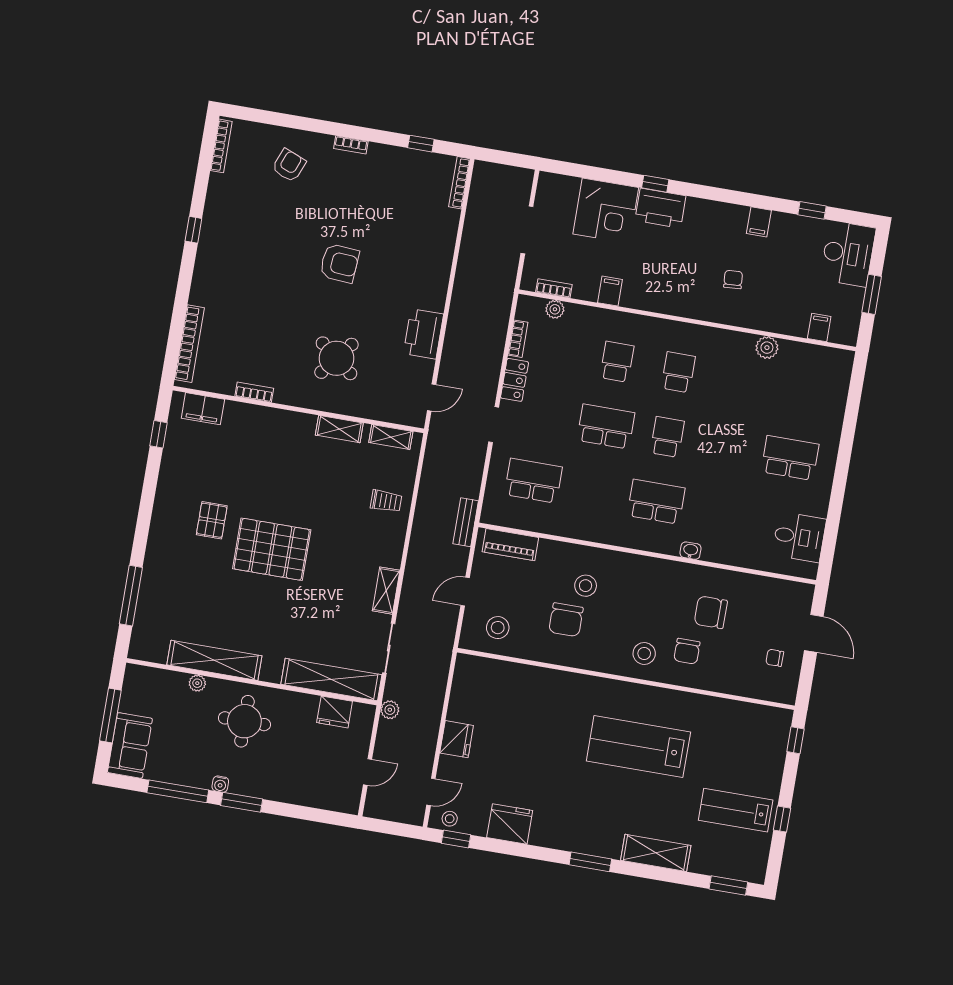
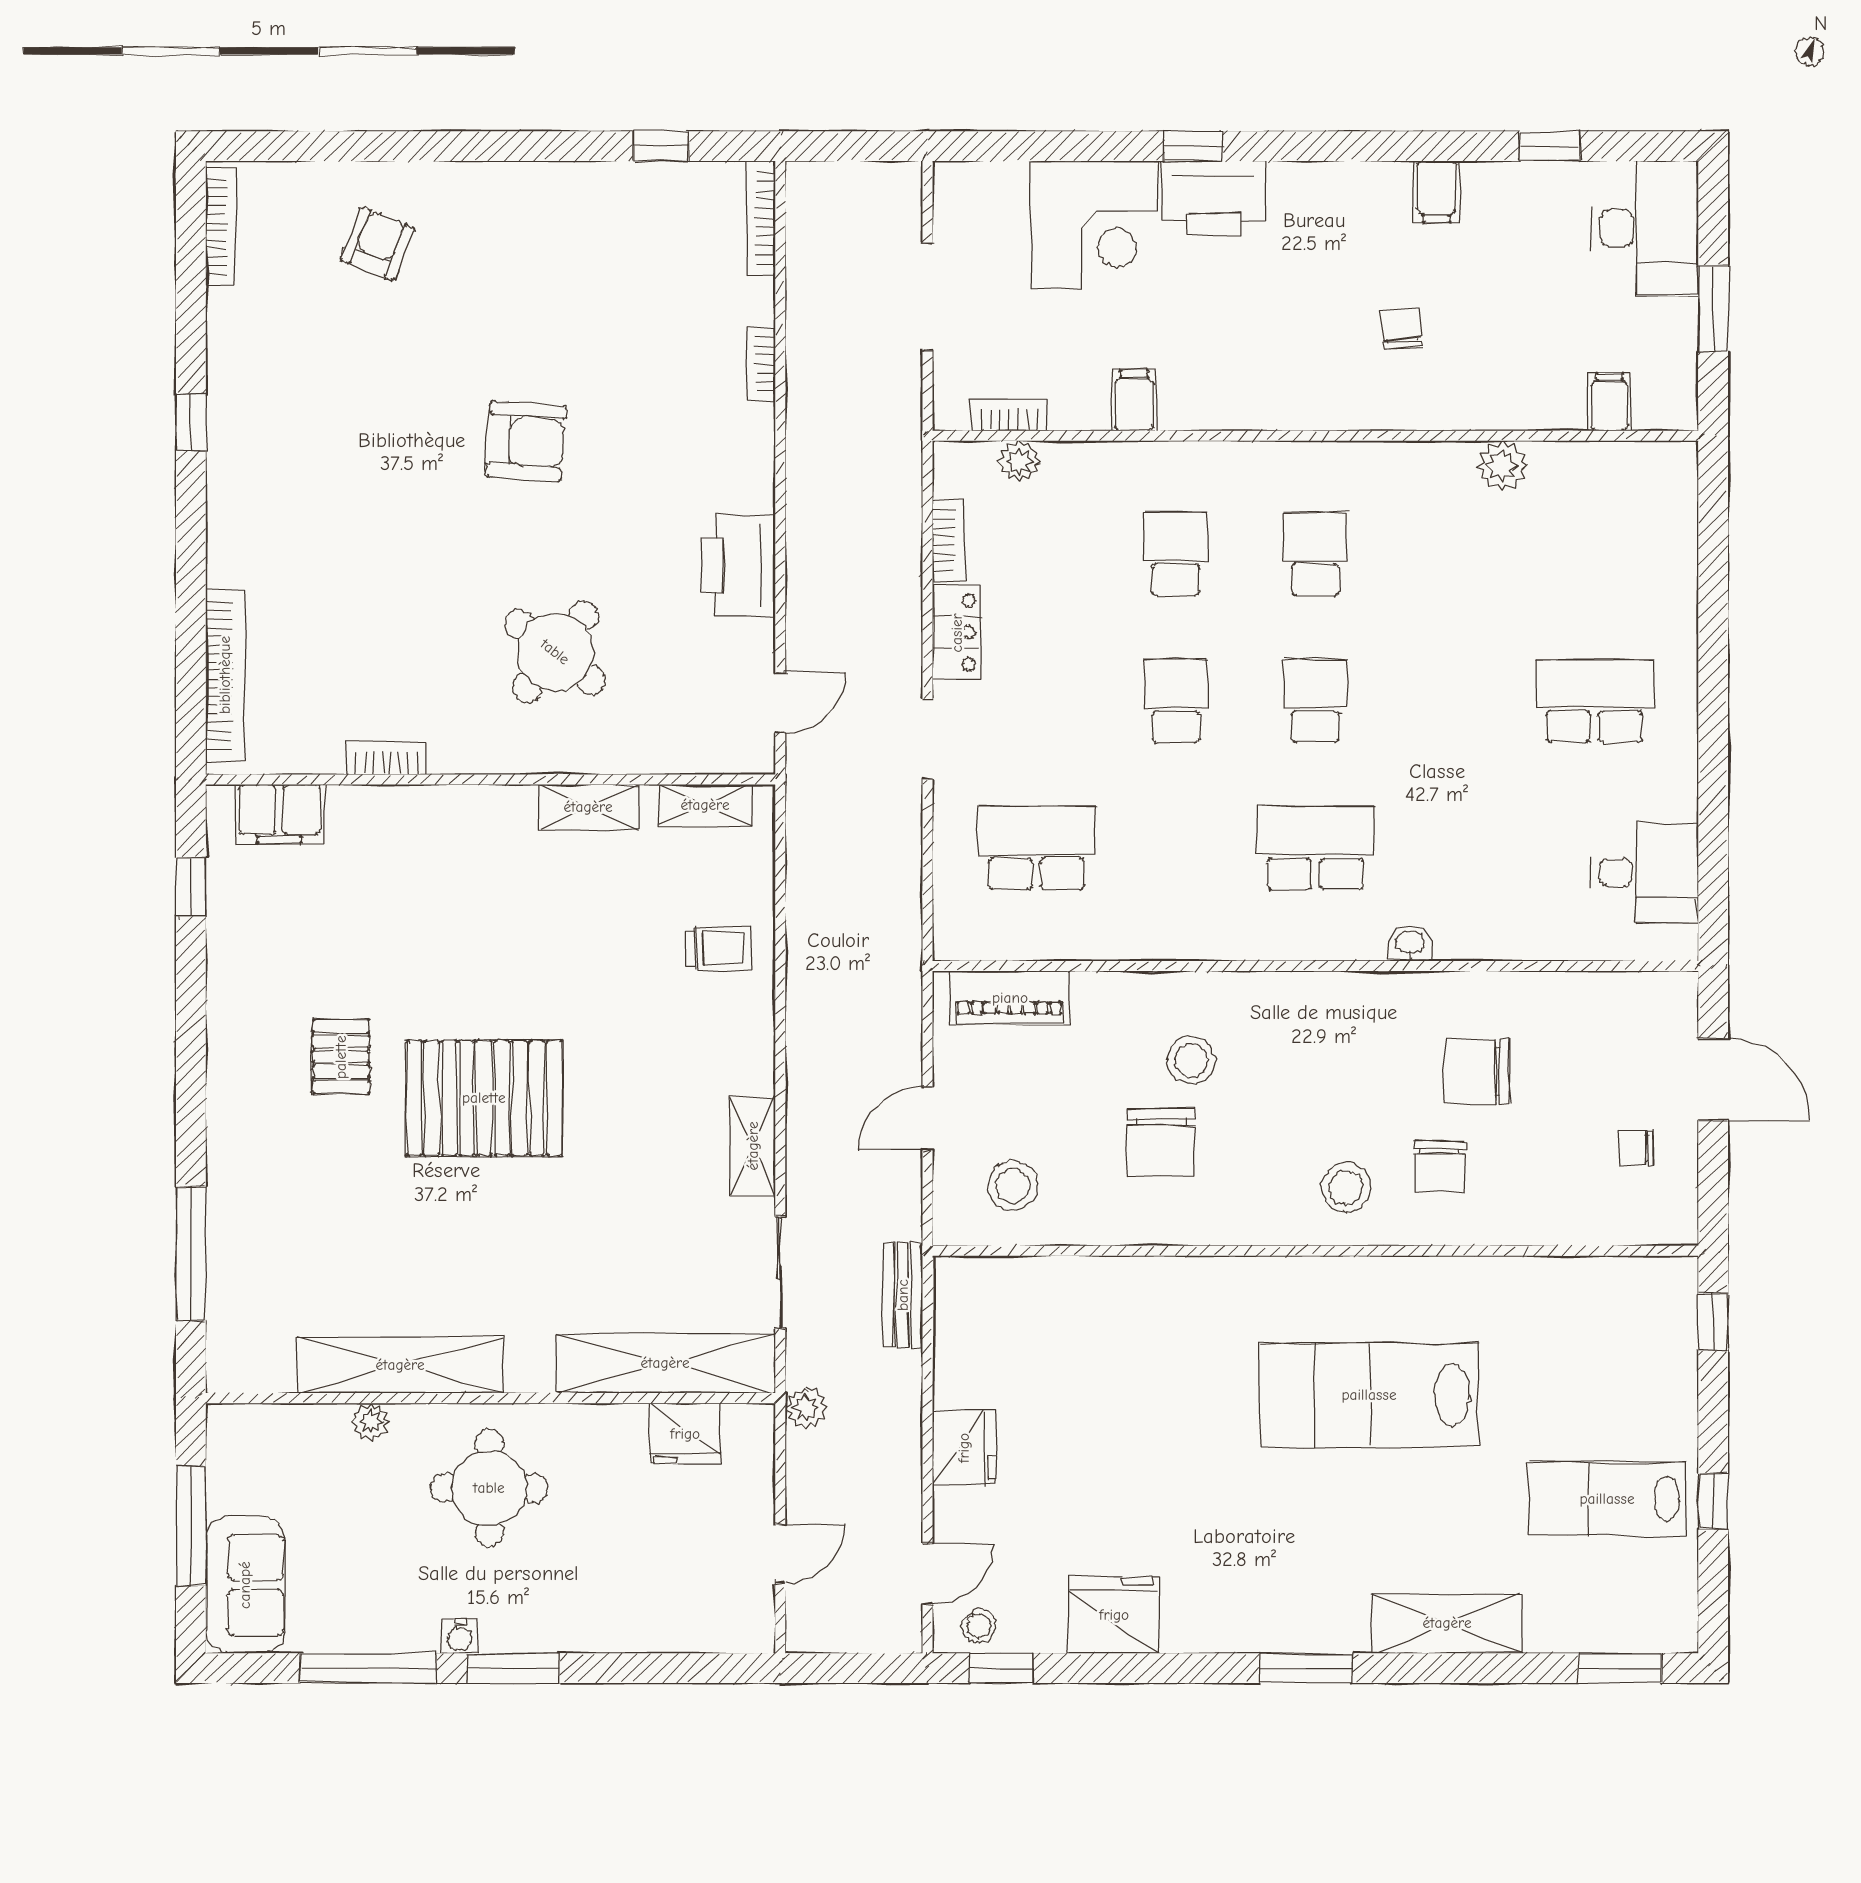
bookcase: (351, 145) -> (761, 364), moved, turned 90
school desk: (606, 426) -> (1176, 701), width x0.54
bench: (466, 522) -> (903, 1295), moved

